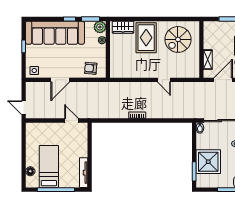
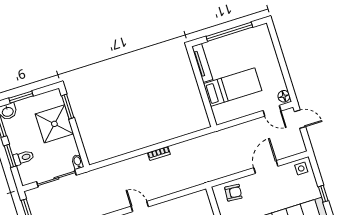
door: (71, 121) -> (272, 111), moved
bed: (49, 166) -> (233, 87), moved, turned -90
floor lamp: (30, 171) -> (284, 96), moved

